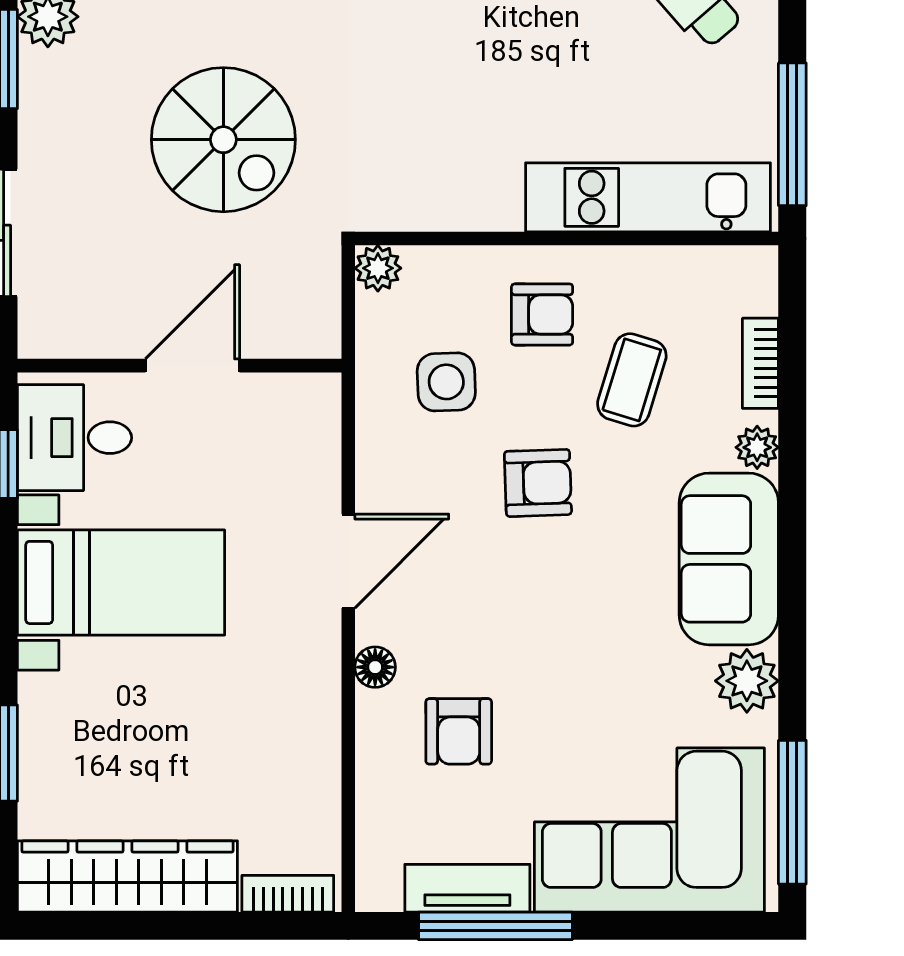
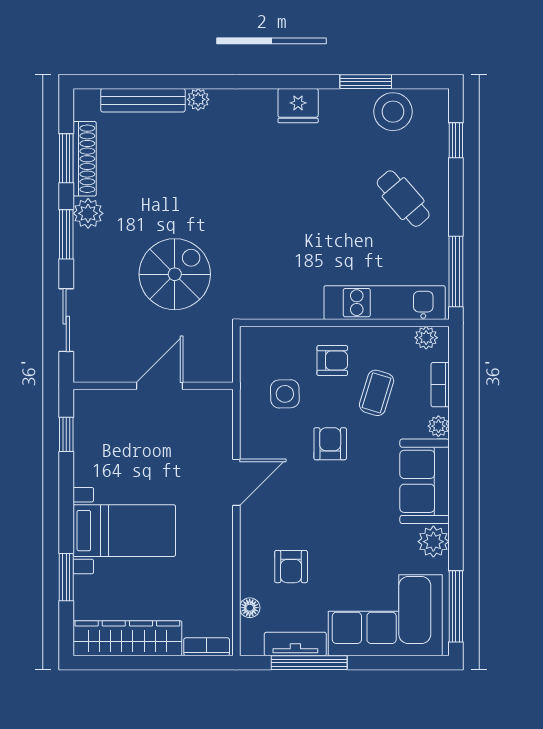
spiral stairs: (223, 140) -> (175, 274), turned -90
plant: (378, 268) -> (426, 338), moved
desk: (74, 438) -> (101, 421), removed
armchair: (538, 483) -> (330, 444), turned -88
bed with nightstands: (121, 582) -> (124, 531), moved
floor lamp: (375, 667) -> (250, 608), moved

